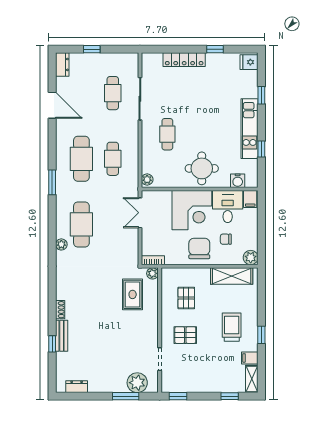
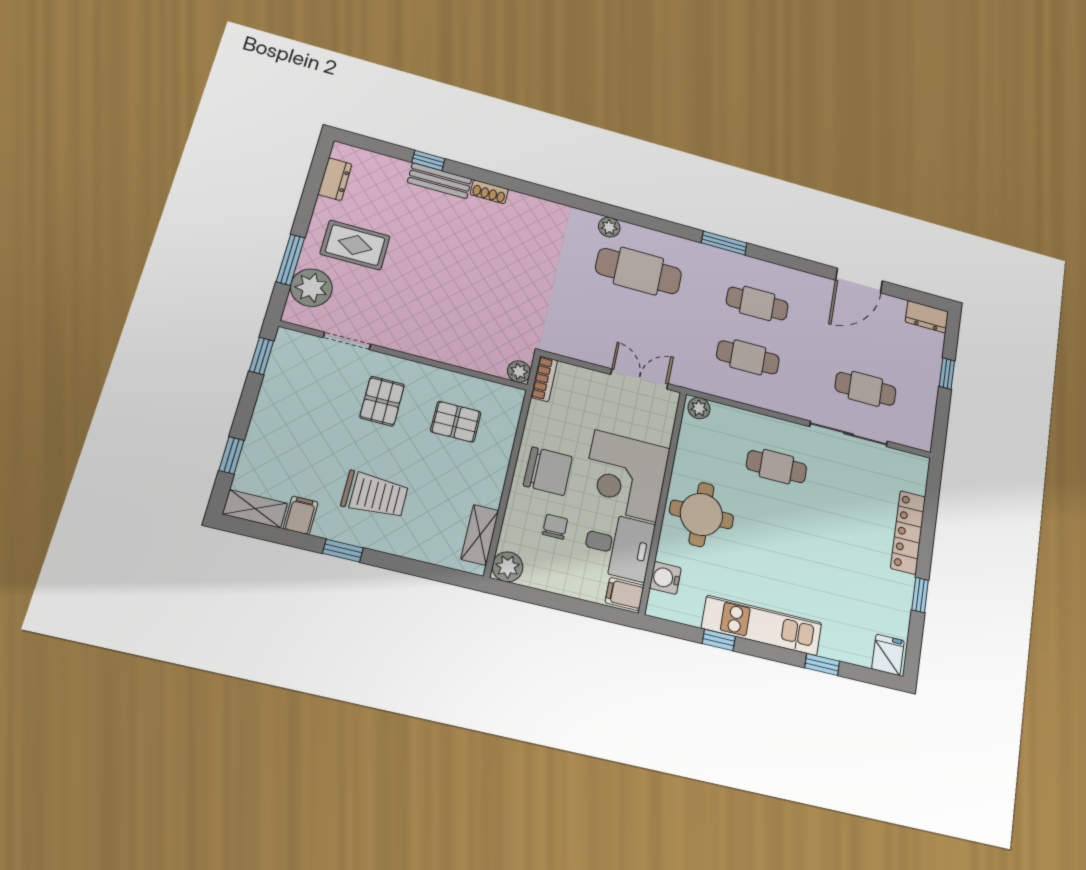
cafe table: (81, 159) -> (757, 303), width x0.73, depth x0.74
shelving: (232, 276) -> (480, 535), width x0.67, depth x0.75
rug: (133, 294) -> (355, 245), moved

